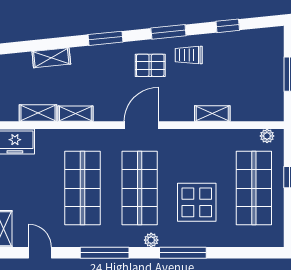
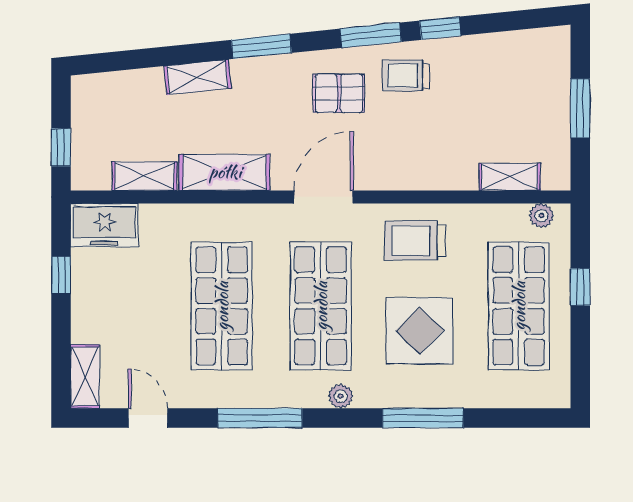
window: (228, 26) -> (440, 28), moved
shelving: (51, 58) -> (197, 77), moved
shelving: (75, 114) -> (225, 172), width x1.50, depth x1.33
shelving: (212, 114) -> (510, 177), moved
trolley: (194, 150) -> (415, 241), added
window: (183, 253) -> (423, 418), moved

